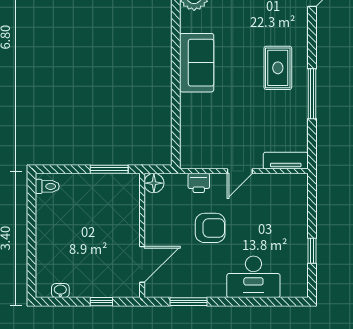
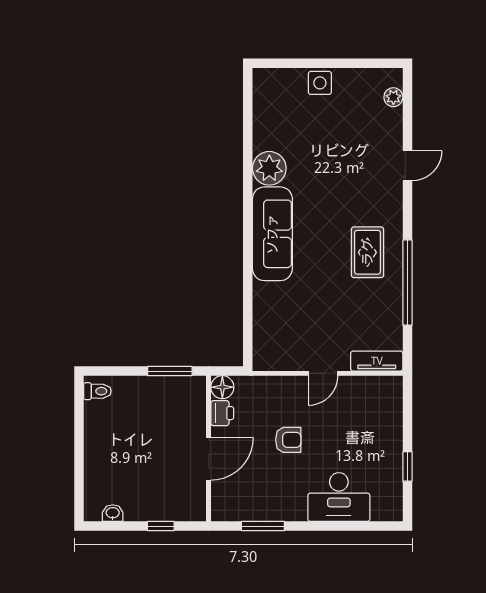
sofa: (197, 63) -> (272, 234), width x1.36
window: (312, 94) -> (407, 283), width x1.46
printer: (199, 183) -> (222, 413), moved, turned -90
armchair: (210, 228) -> (288, 440), width x0.72, depth x0.72
door: (142, 264) -> (209, 459), moved

